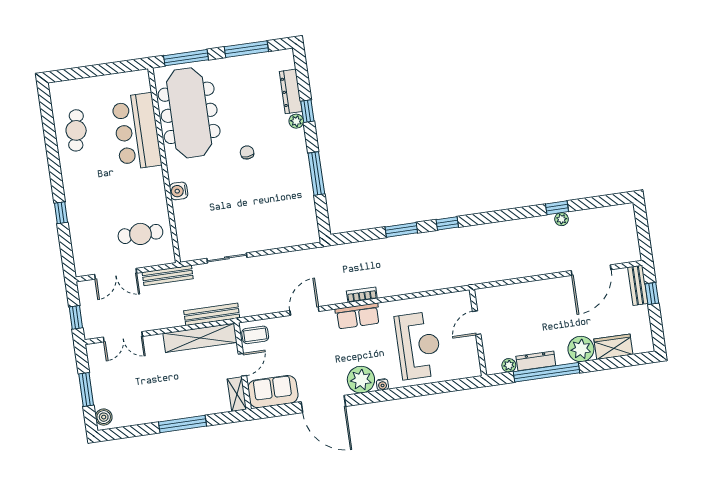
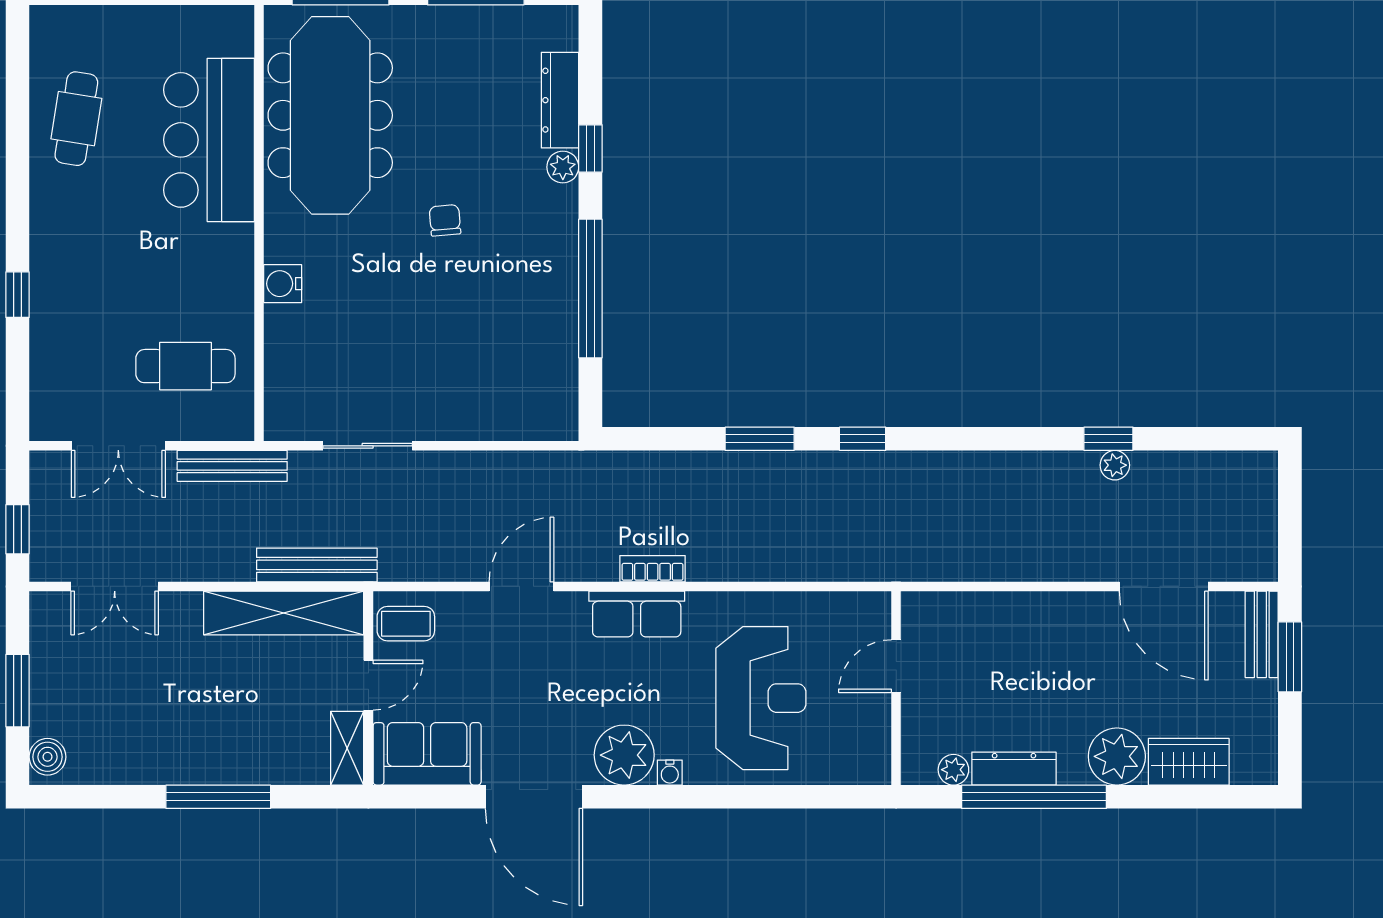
window: (316, 174) -> (590, 288), width x1.46
door: (591, 270) -> (1164, 586), hinge flipped
window: (652, 294) -> (1290, 657), width x1.50

